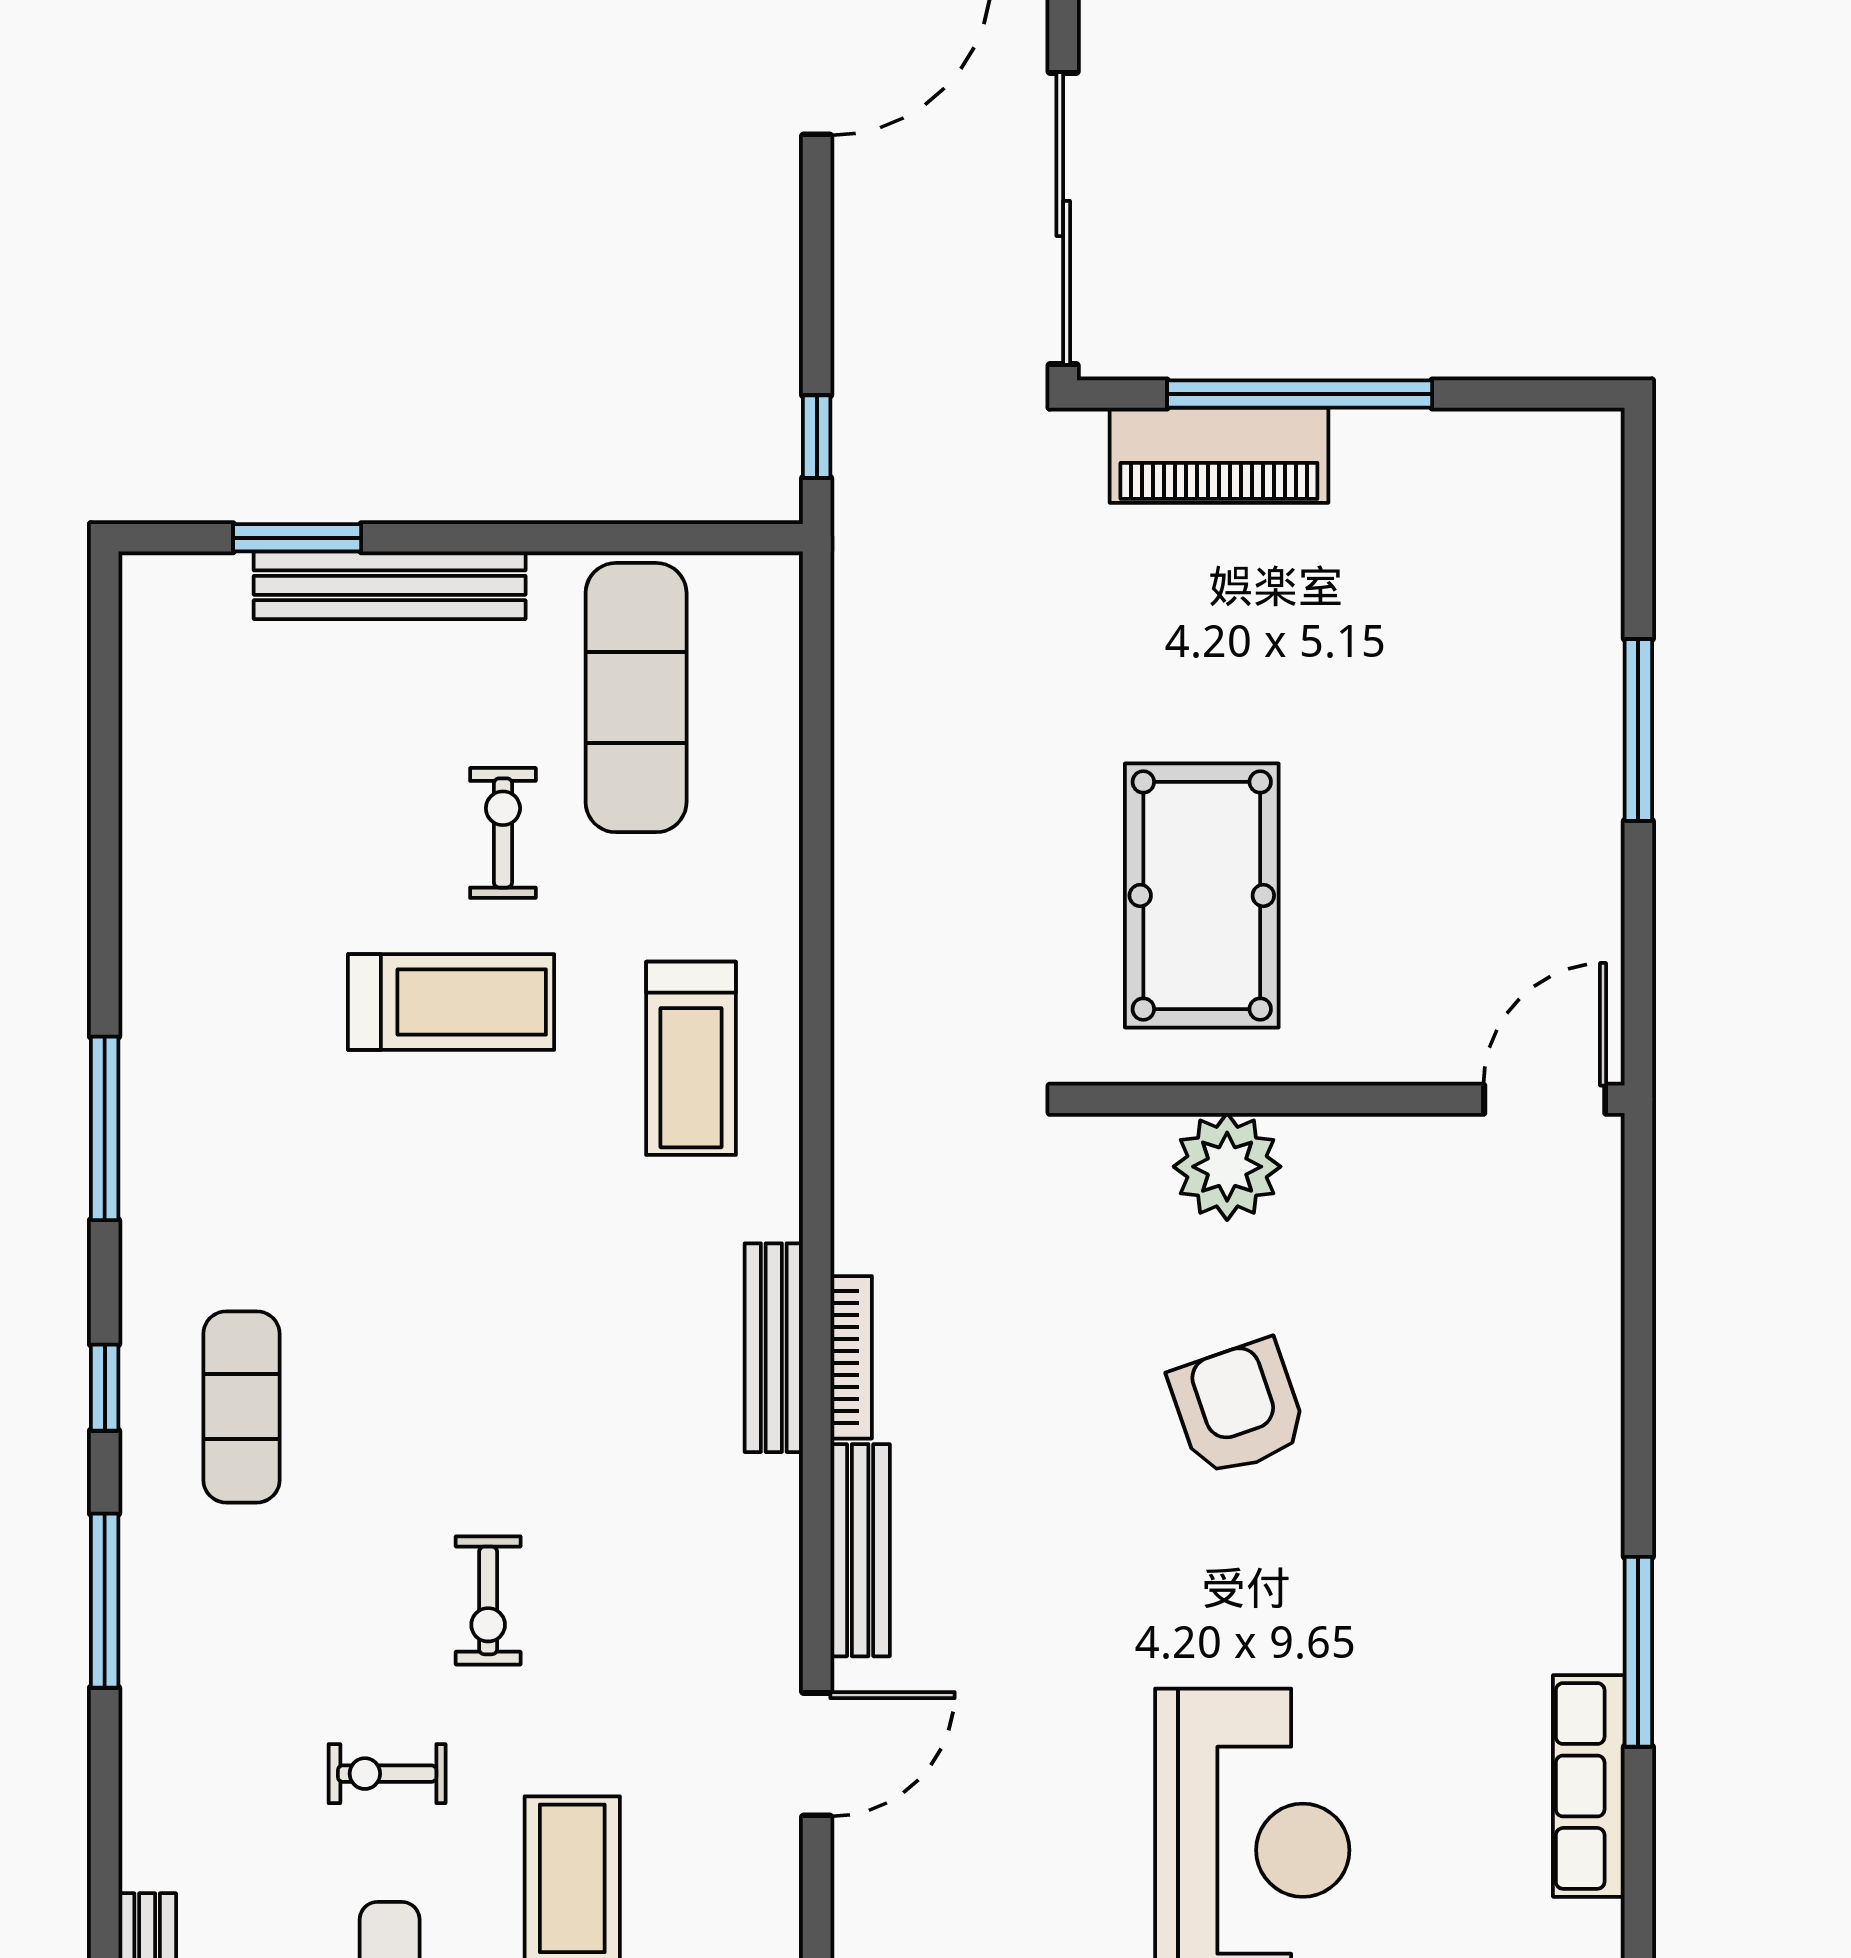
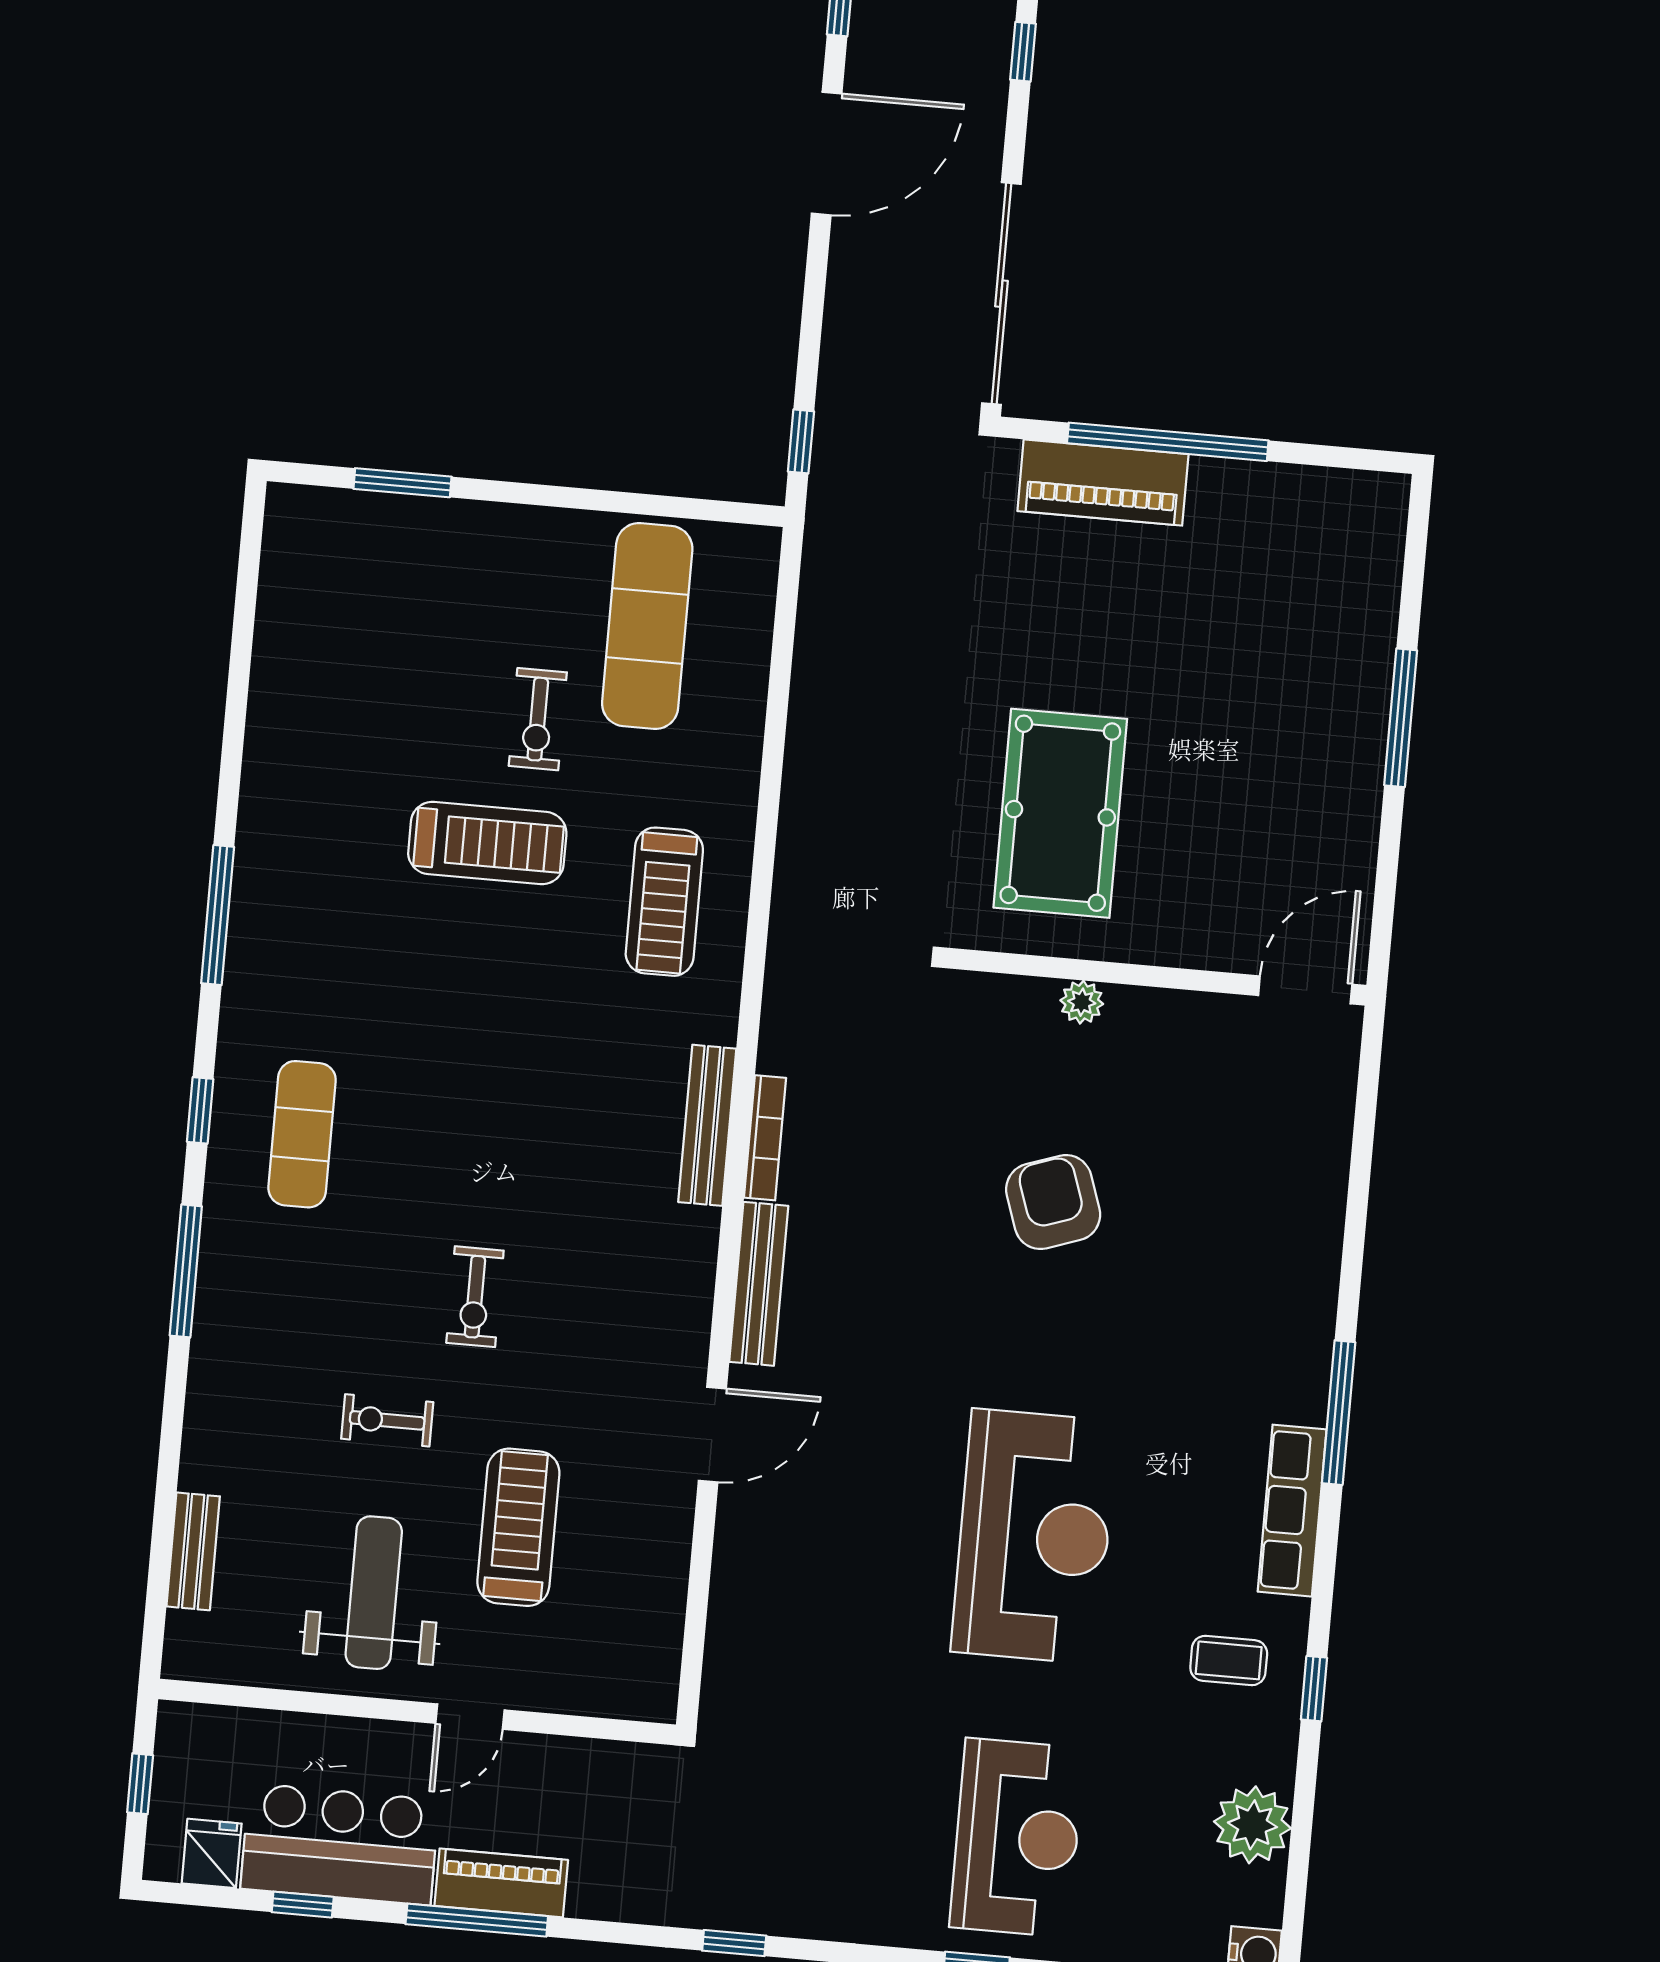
bench: (390, 585) -> (469, 525), removed
exercise bike: (503, 833) -> (538, 719), turned 180
plant: (1227, 1167) -> (1082, 1002), width x0.53, depth x0.53

